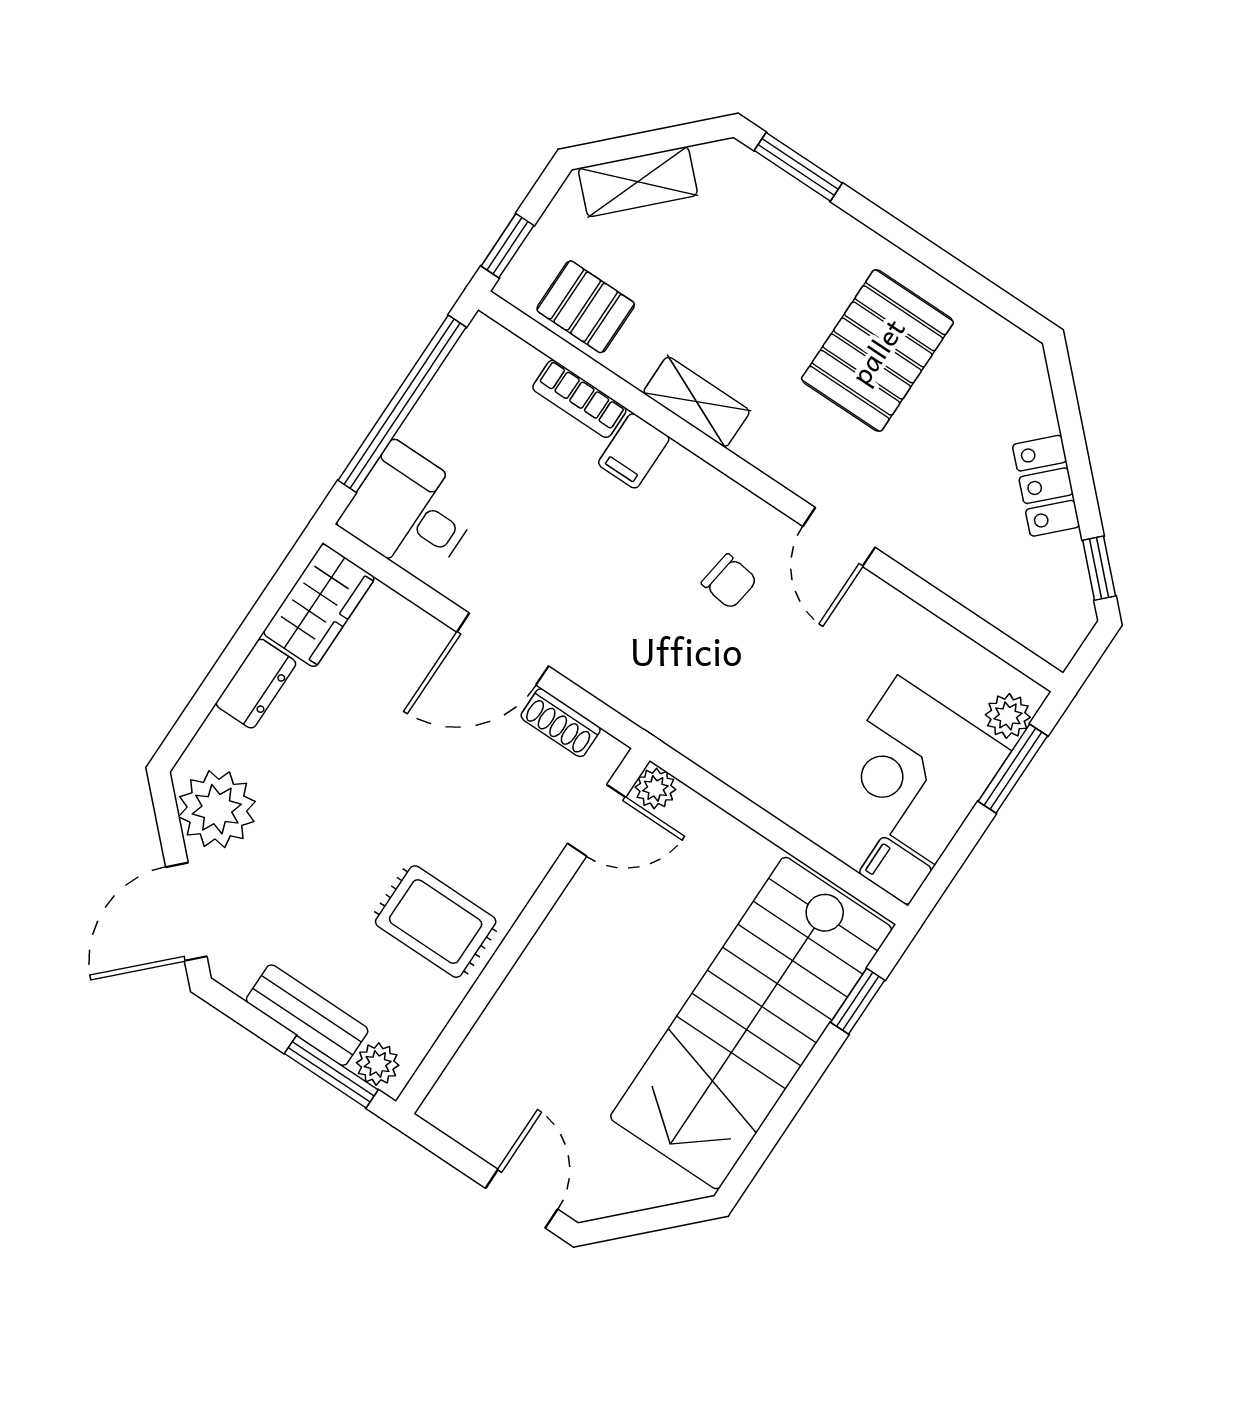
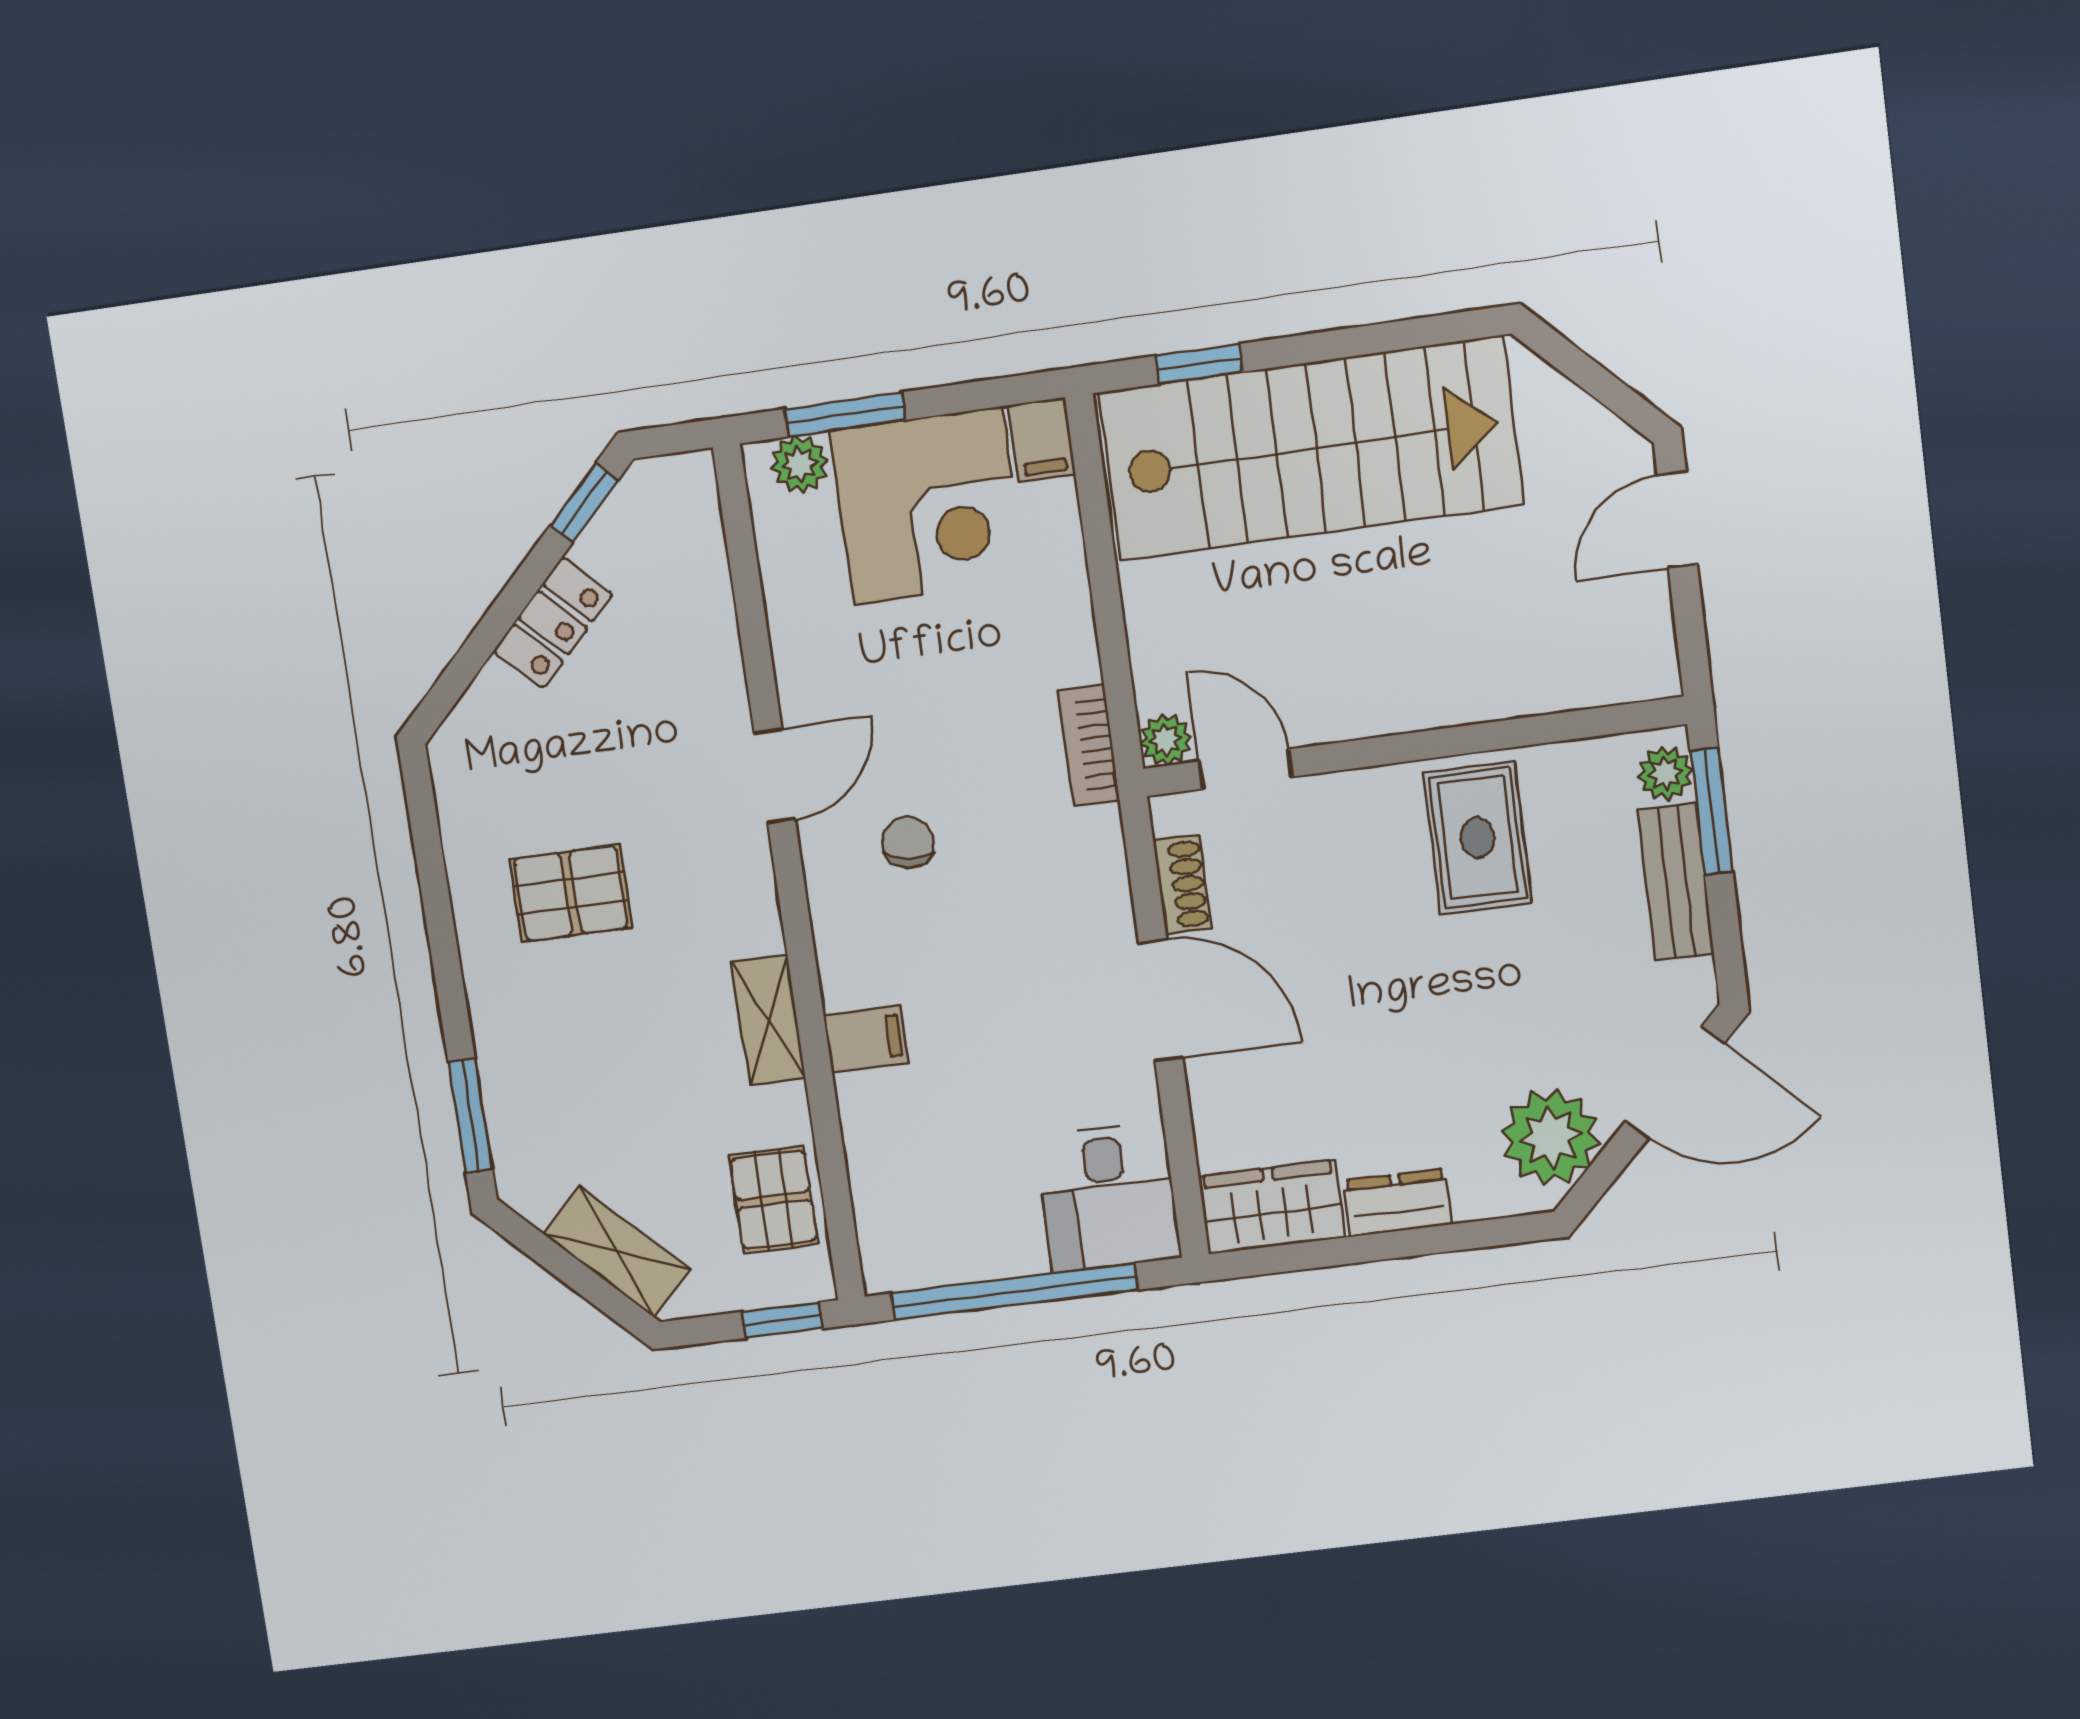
pallet: (877, 351) -> (571, 893), width x0.67, depth x0.71
bookcase: (579, 399) -> (1089, 745), moved, turned 180

